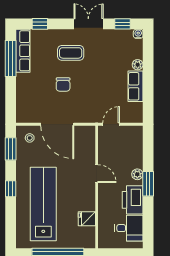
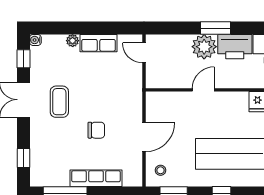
row of seats: (23, 51) -> (96, 178), moved
coffee table: (71, 53) -> (59, 102), moved
door: (57, 124) -> (144, 137), width x0.73
door: (111, 124) -> (144, 53), moved
plant: (137, 174) -> (204, 47), width x1.87, depth x1.87

